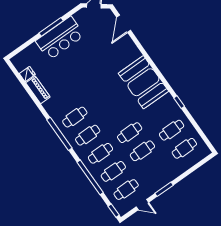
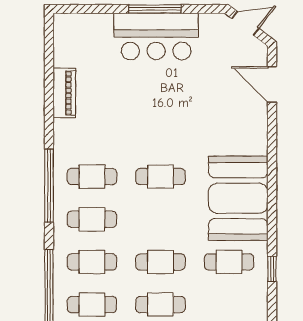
door: (124, 24) -> (272, 84), hinge flipped
fridge: (27, 74) -> (65, 56), removed
cafe table: (104, 96) -> (160, 177), added
cafe table: (172, 130) -> (229, 262), moved

